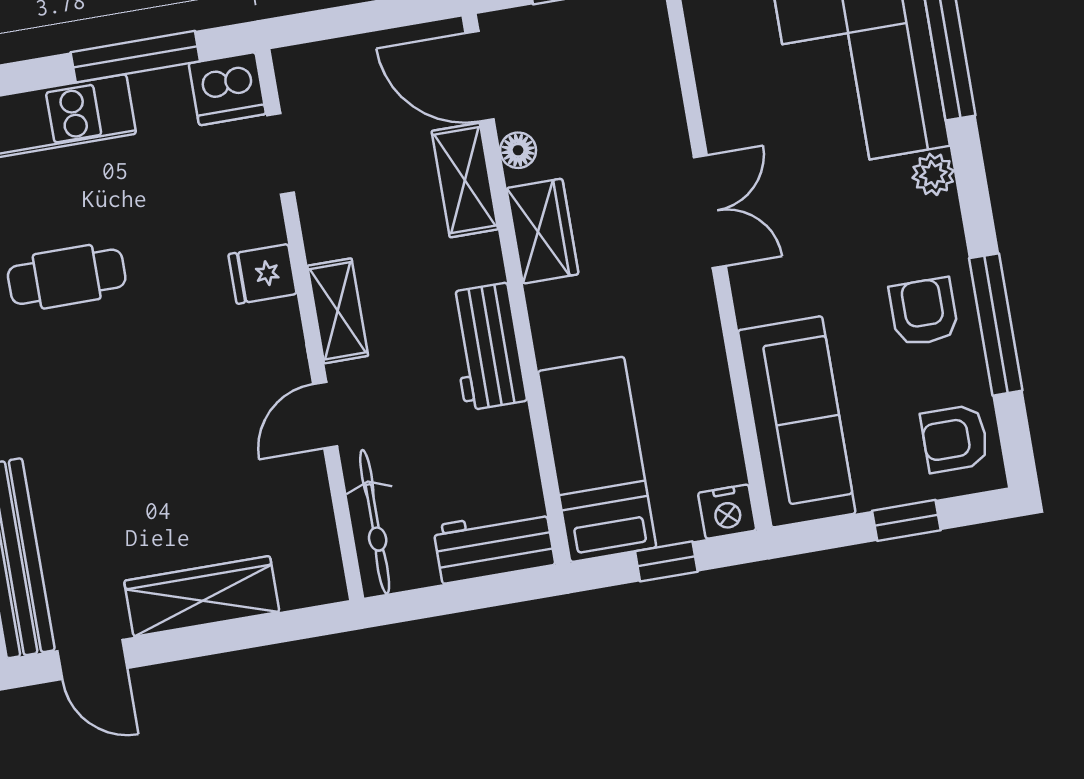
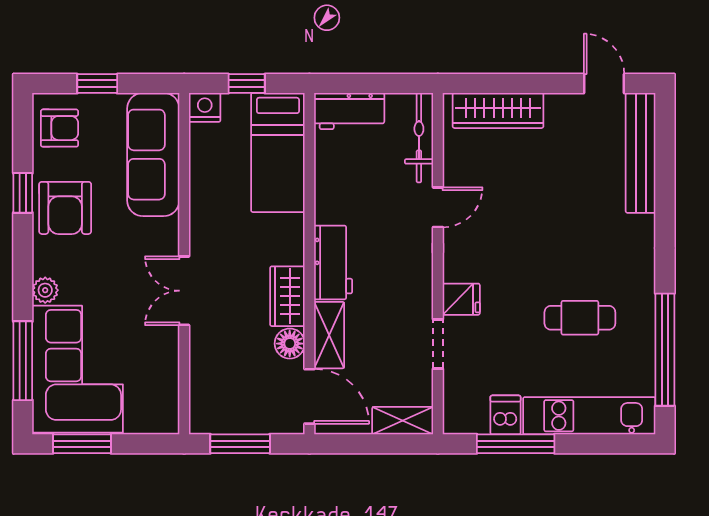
dishwasher: (227, 89) -> (505, 415), moved, width x0.73
floor lamp: (518, 150) -> (290, 344), width x1.37, depth x1.37
doorway: (281, 154) -> (438, 344), moved
shelving: (338, 311) -> (403, 421), moved, turned 90
armchair: (924, 312) -> (65, 208), width x1.38, depth x1.38
window: (996, 324) -> (23, 193), width x0.46
workbench: (487, 347) -> (333, 262), moved
wardrobe: (202, 596) -> (498, 110), moved

